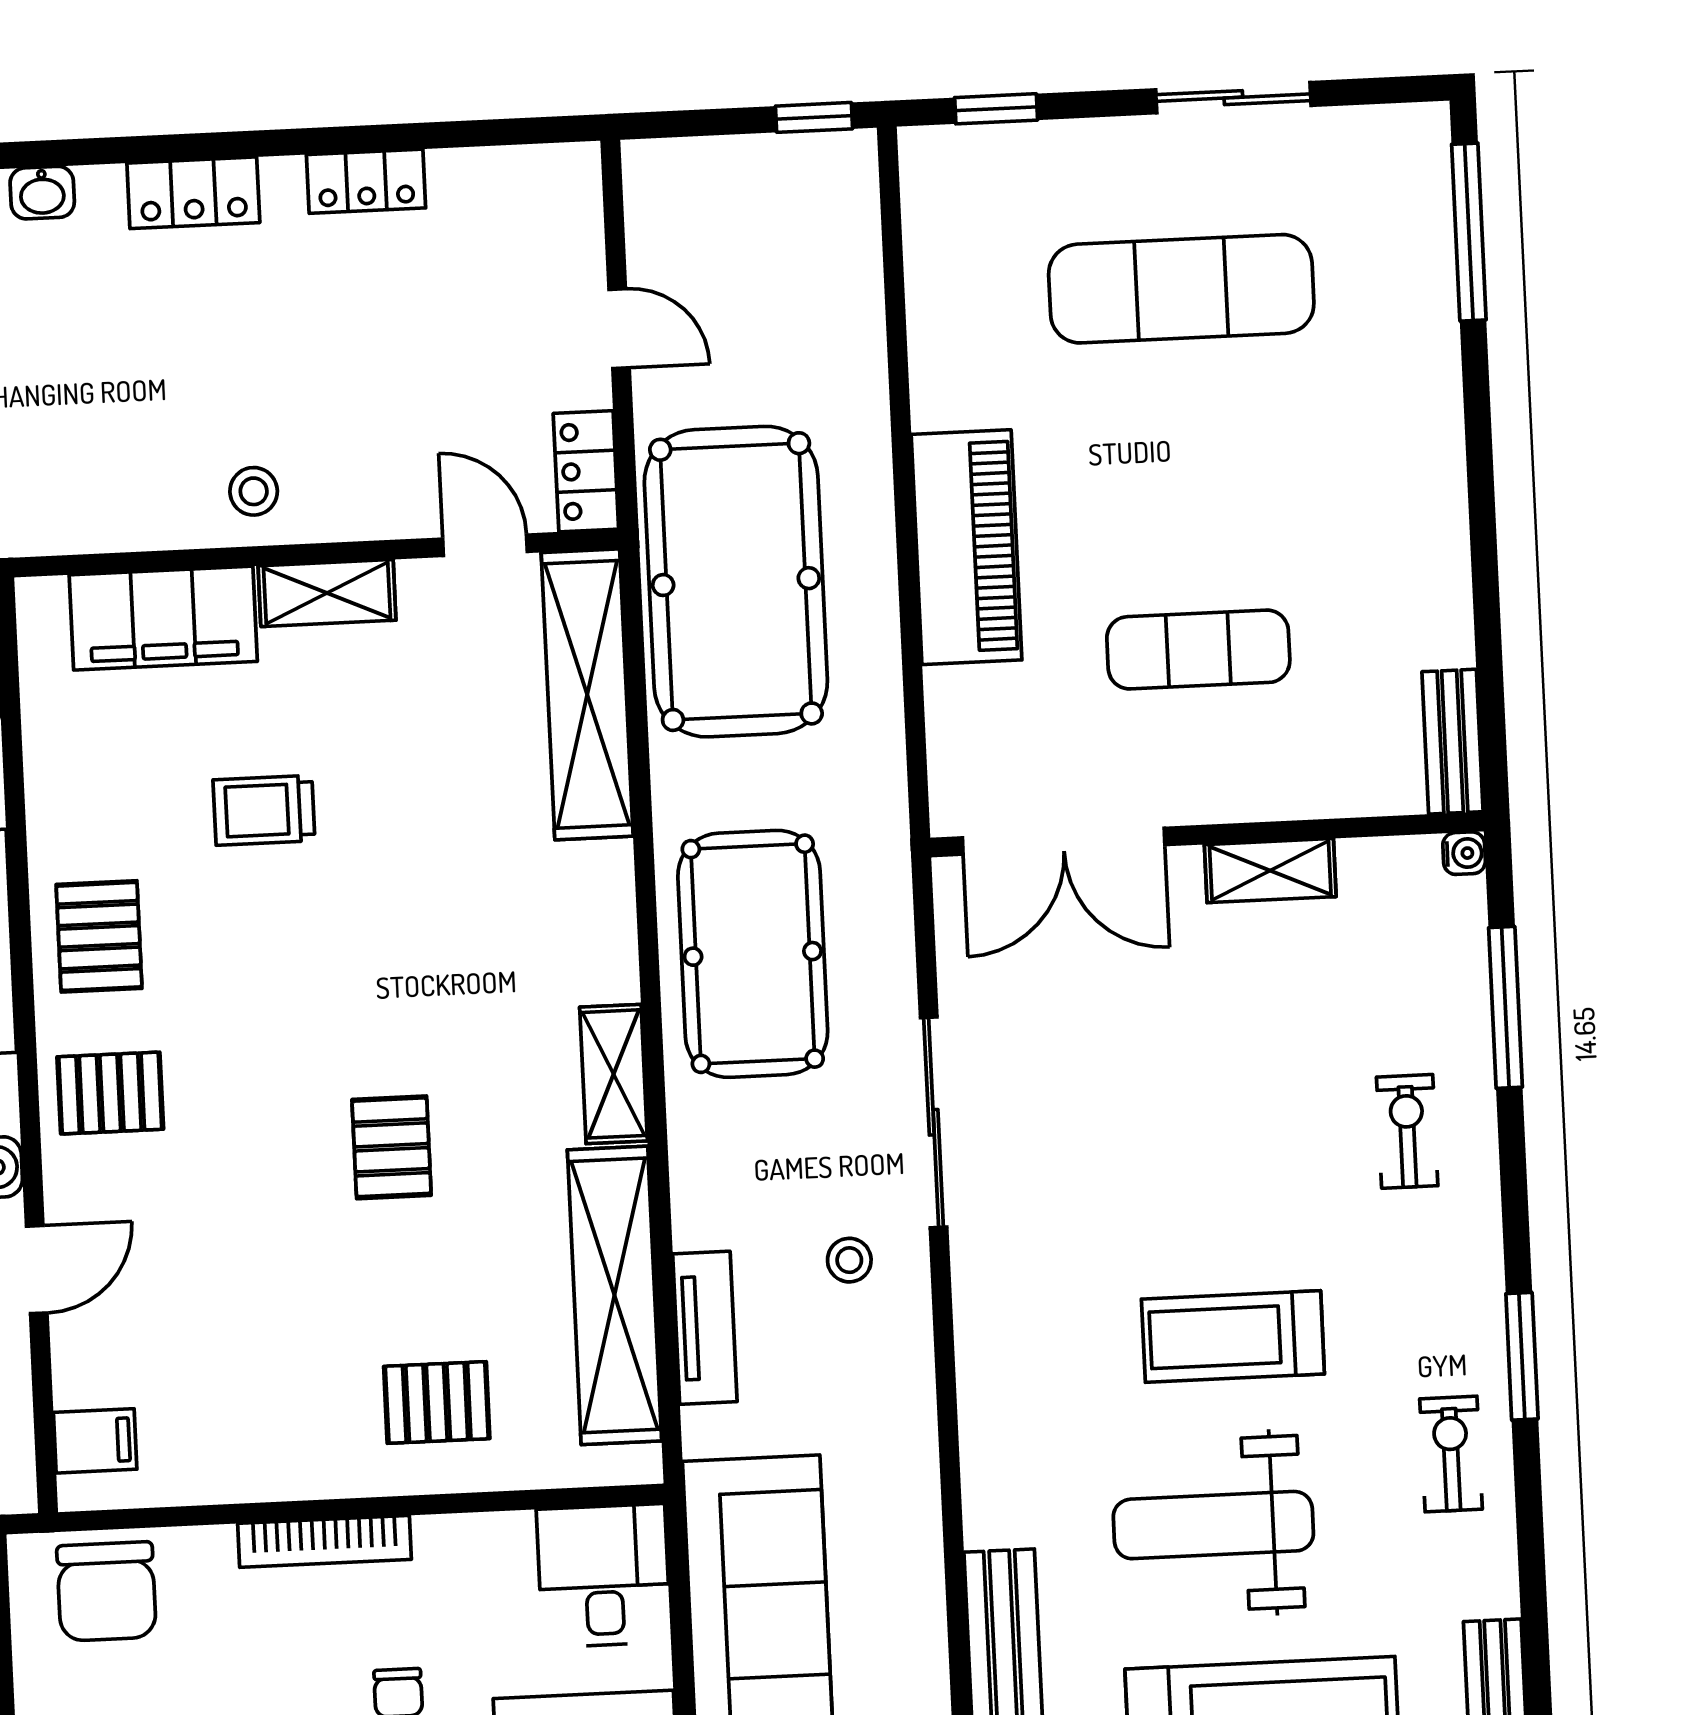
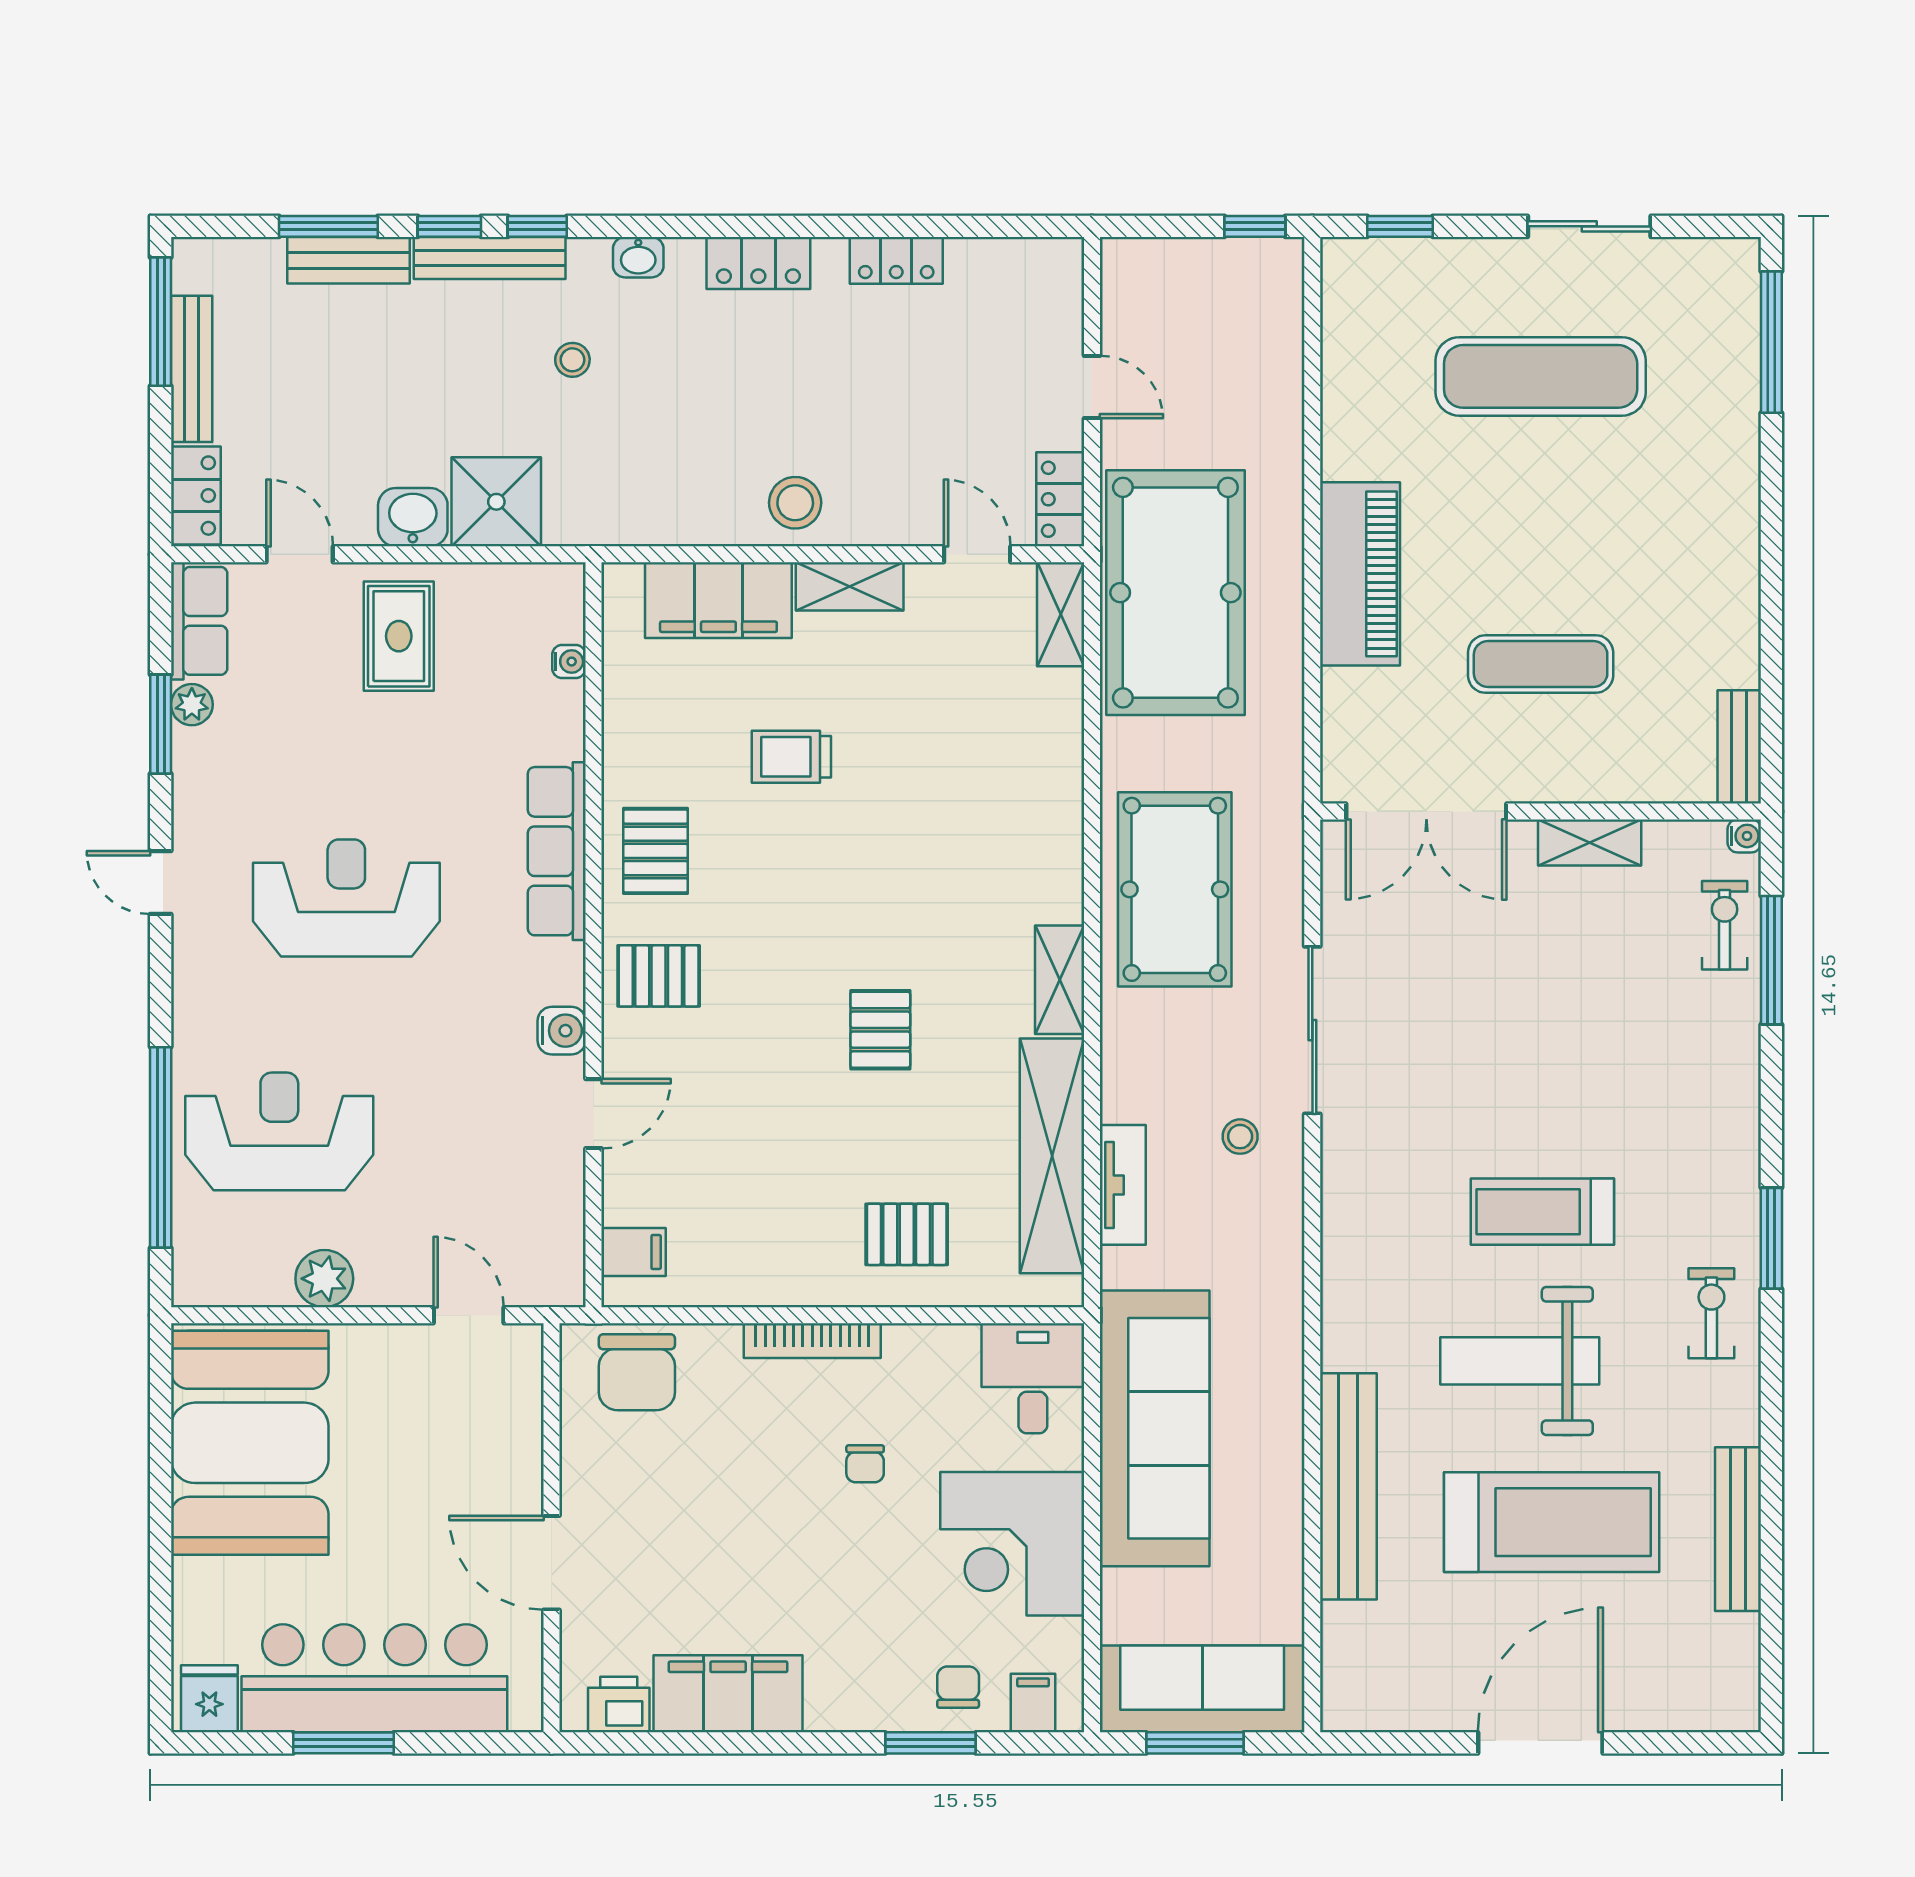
stool: (254, 491) -> (795, 503), width x1.37, depth x1.37
shelving: (587, 694) -> (1061, 614), width x0.45, depth x0.75
exercise bike: (1407, 1131) -> (1725, 925), moved

